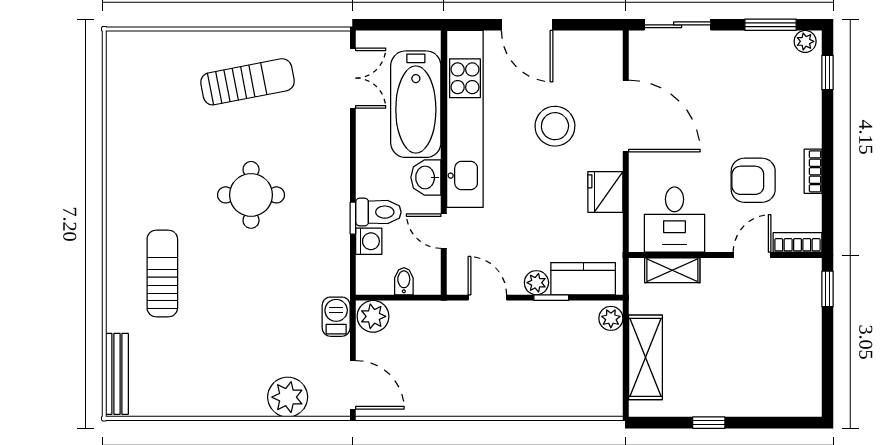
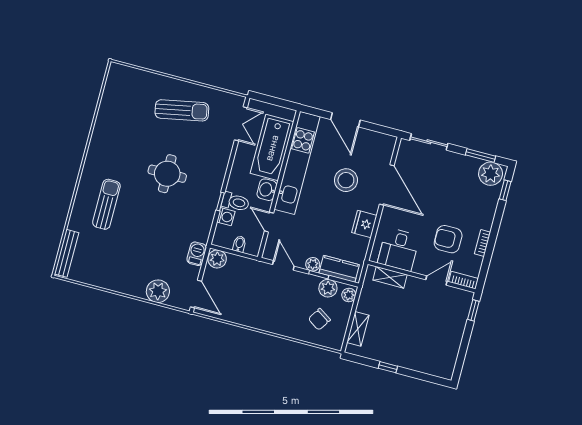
plant: (805, 41) -> (491, 174), width x1.88, depth x1.88
plant: (573, 316) -> (328, 288), added
shelving: (645, 357) -> (358, 329), width x0.67, depth x0.75
chair: (572, 372) -> (319, 319), added

